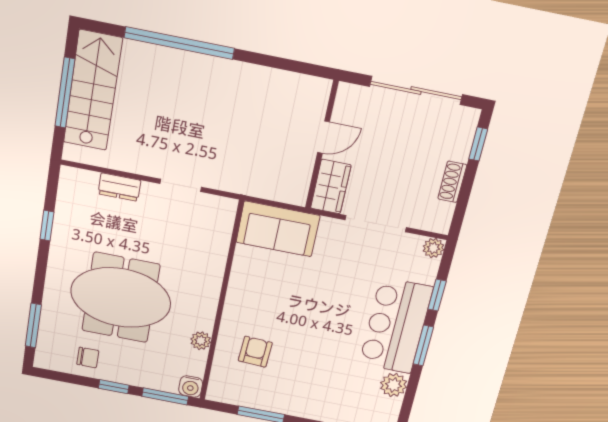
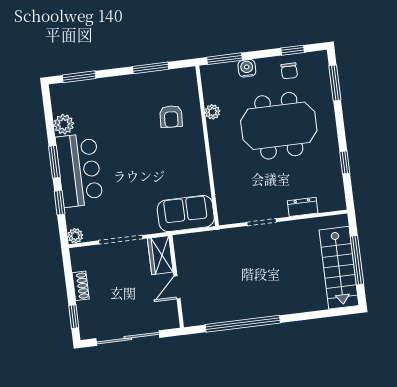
window: (179, 43) -> (243, 324), moved
chair: (88, 357) -> (289, 71), turned -90
window: (114, 387) -> (293, 50), moved
water cooler: (191, 387) -> (247, 68), moved

